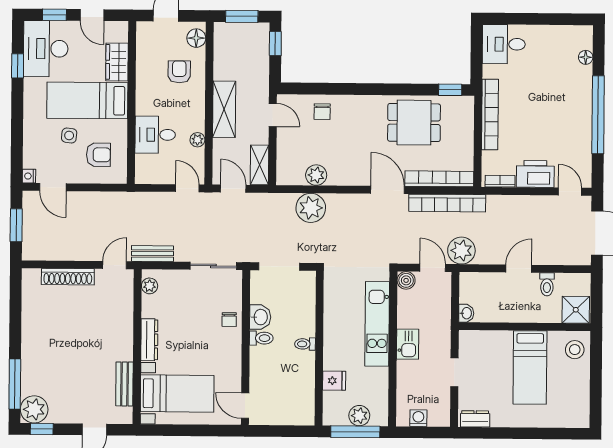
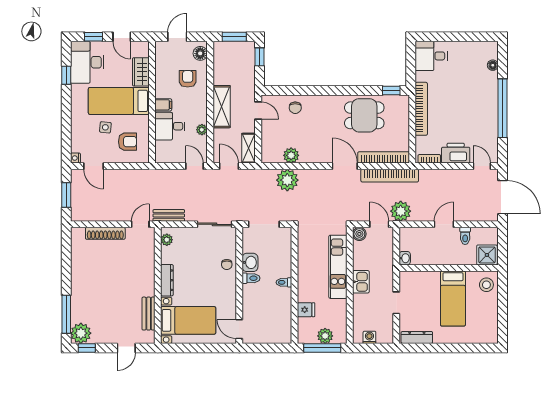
filing cabinet: (146, 106) -> (163, 105), added
dresser: (475, 419) -> (417, 337), width x1.44

